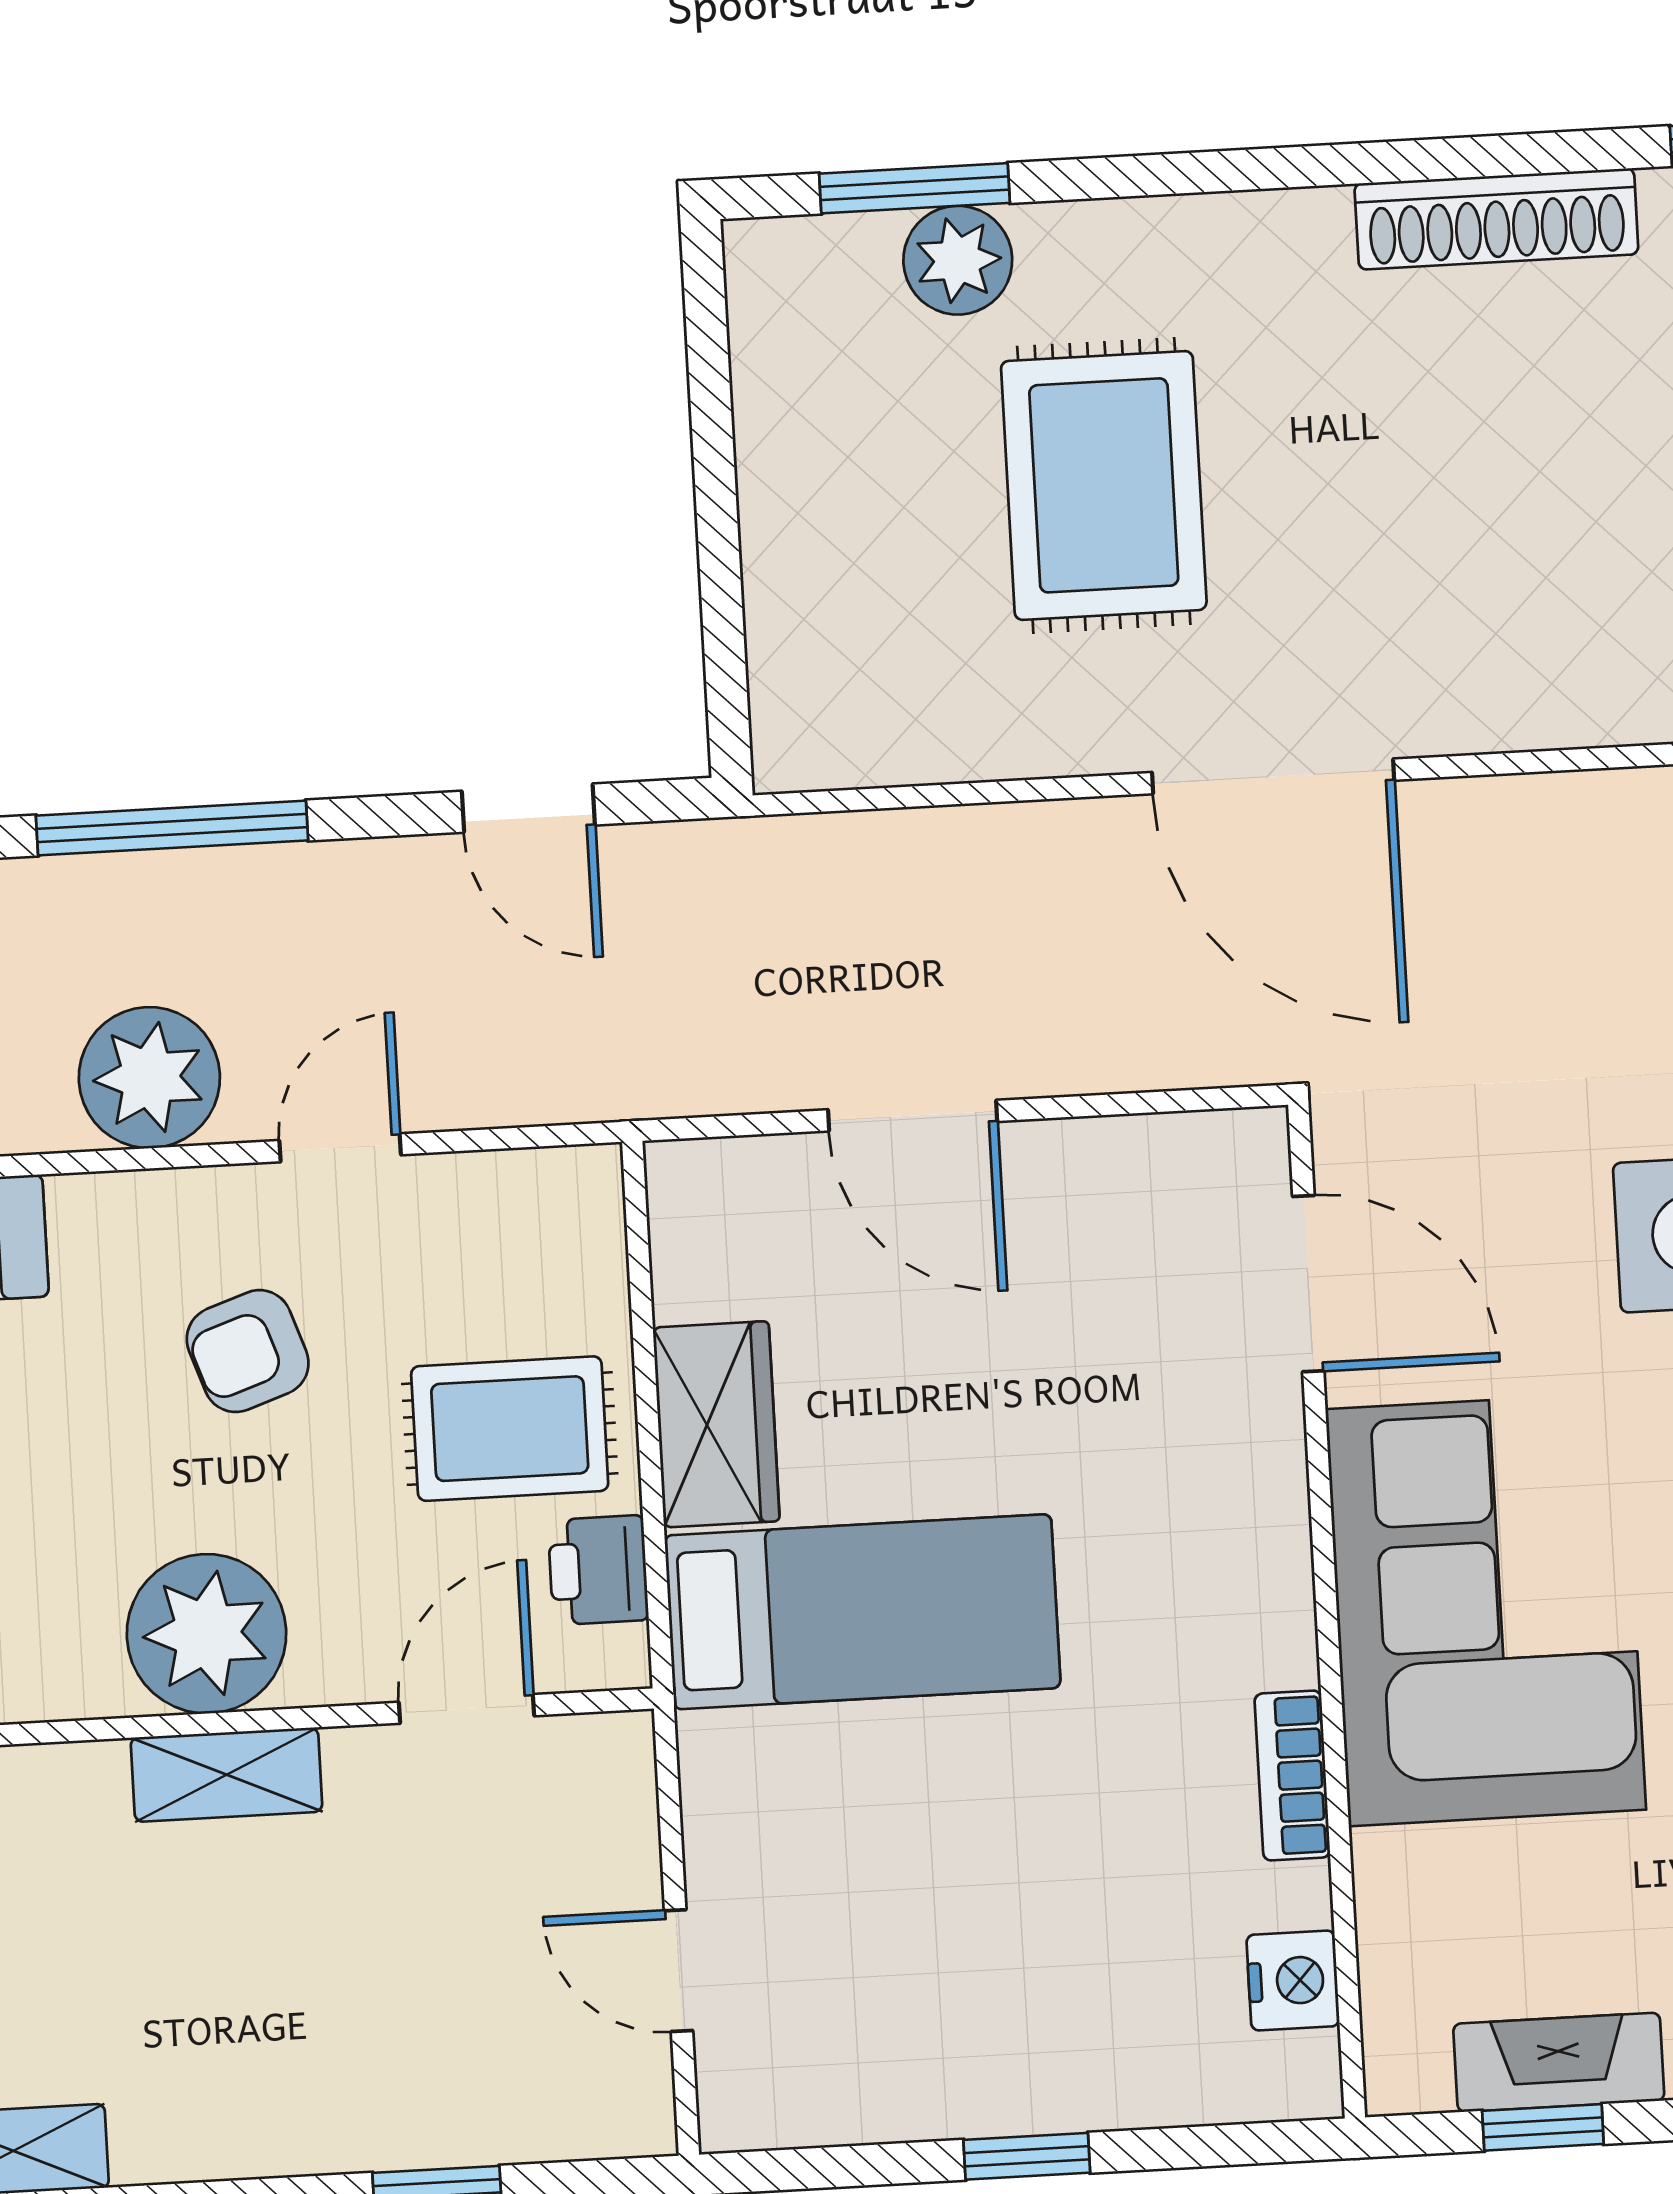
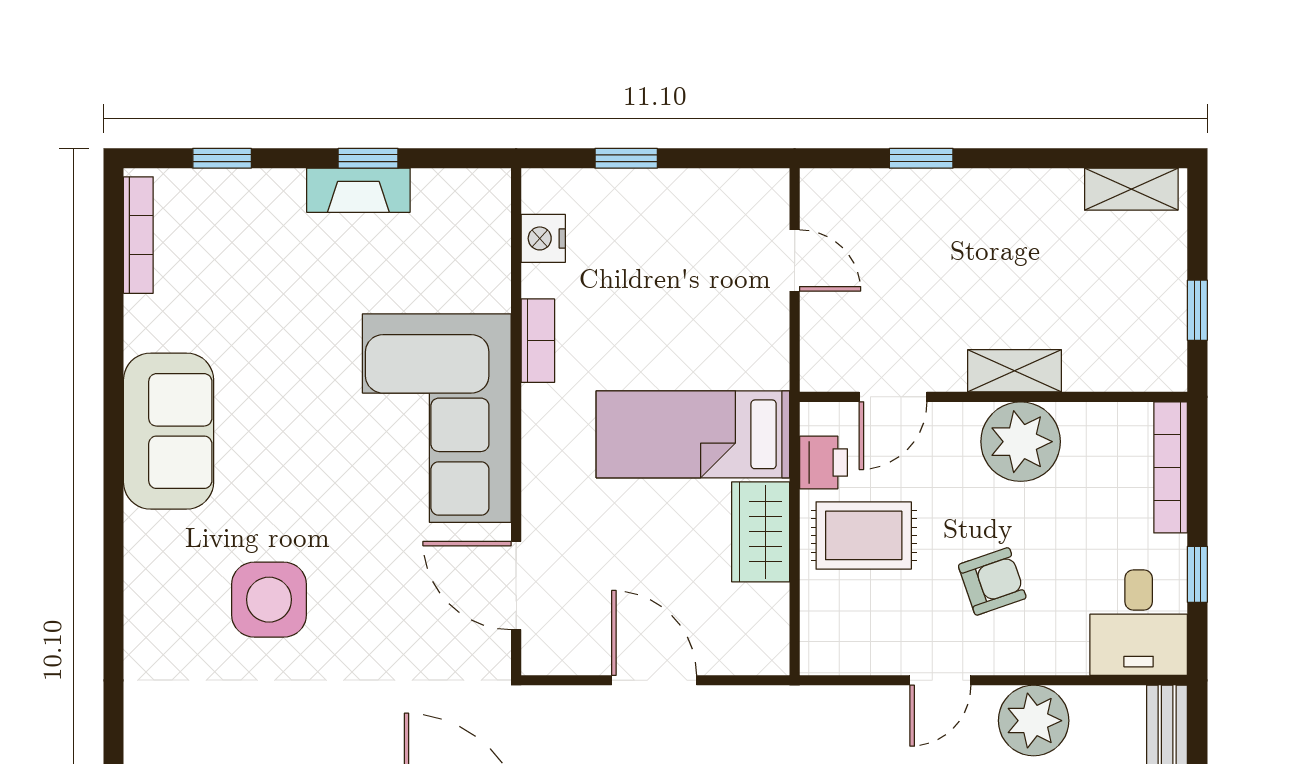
door: (1308, 1284) -> (516, 585), moved
corner sofa: (1486, 1609) -> (437, 418), moved
wall: (1327, 1611) -> (516, 422), moved
bookcase: (1292, 1776) -> (538, 341), moved
nightstand: (1293, 1981) -> (543, 238), moved

